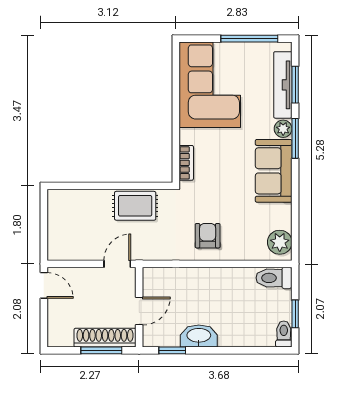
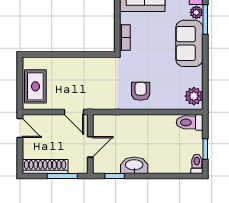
rug: (135, 206) -> (35, 86), moved, turned 90
door: (117, 264) -> (74, 112), swing flipped
shoe rack: (105, 338) -> (45, 166), moved

